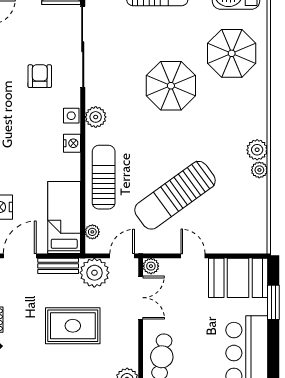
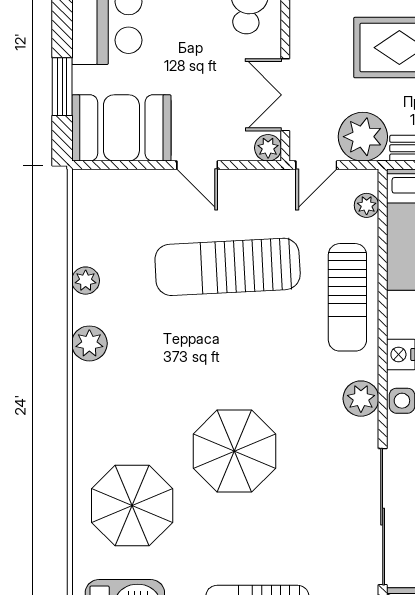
plant: (259, 170) -> (86, 281), moved
sun lounger: (175, 195) -> (228, 267), turned -147

